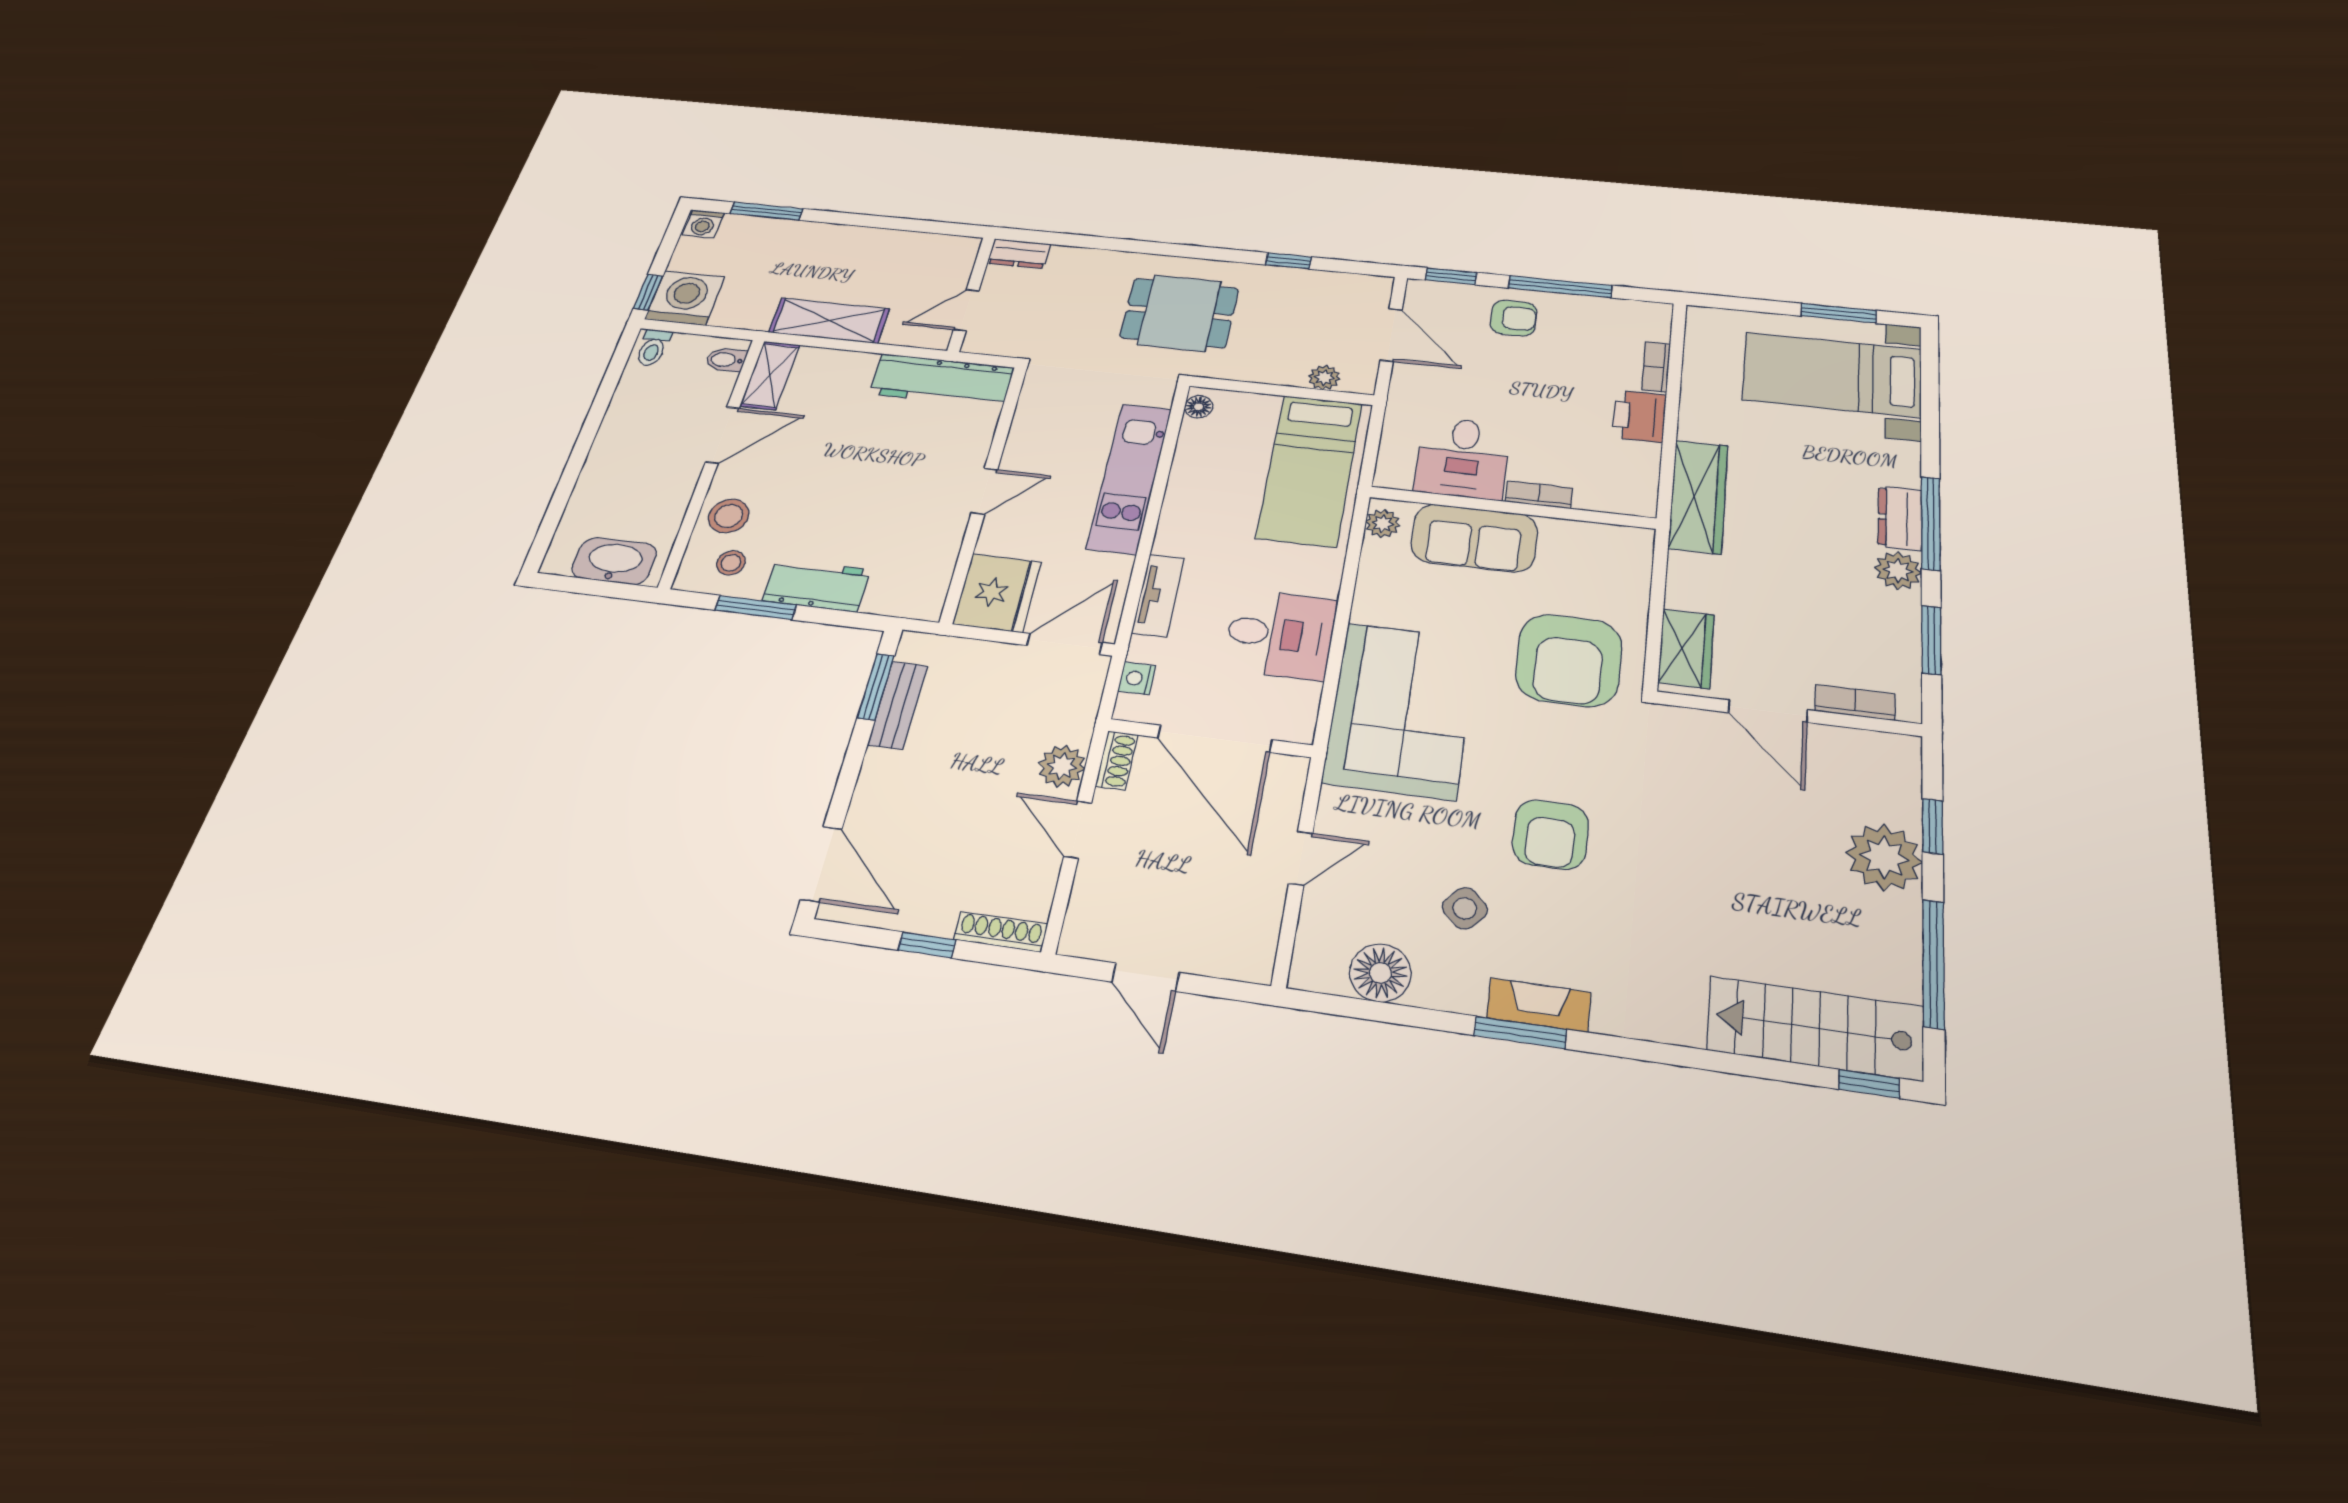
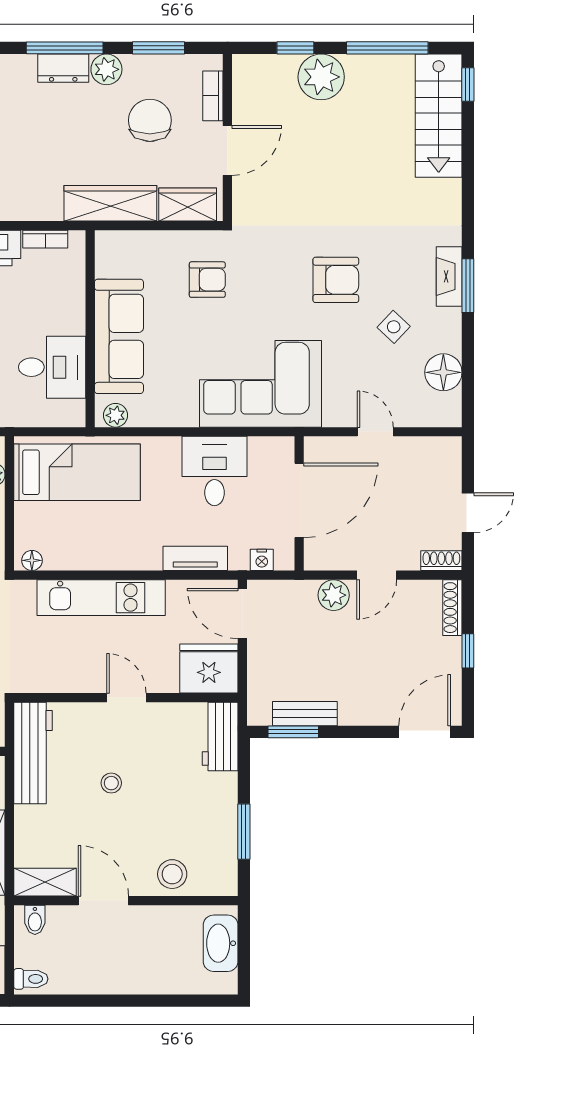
bookcase: (1539, 495) -> (45, 239), moved, turned -90
wardrobe: (1698, 497) -> (110, 203), moved
sofa: (1474, 538) -> (119, 336), width x1.36
stool: (731, 563) -> (111, 783), moved
workbench: (817, 585) -> (220, 736), moved
chair: (1819, 616) -> (150, 120), added
armchair: (1569, 660) -> (207, 280), width x0.53, depth x0.53
shoe rack: (1117, 760) -> (441, 561), moved

